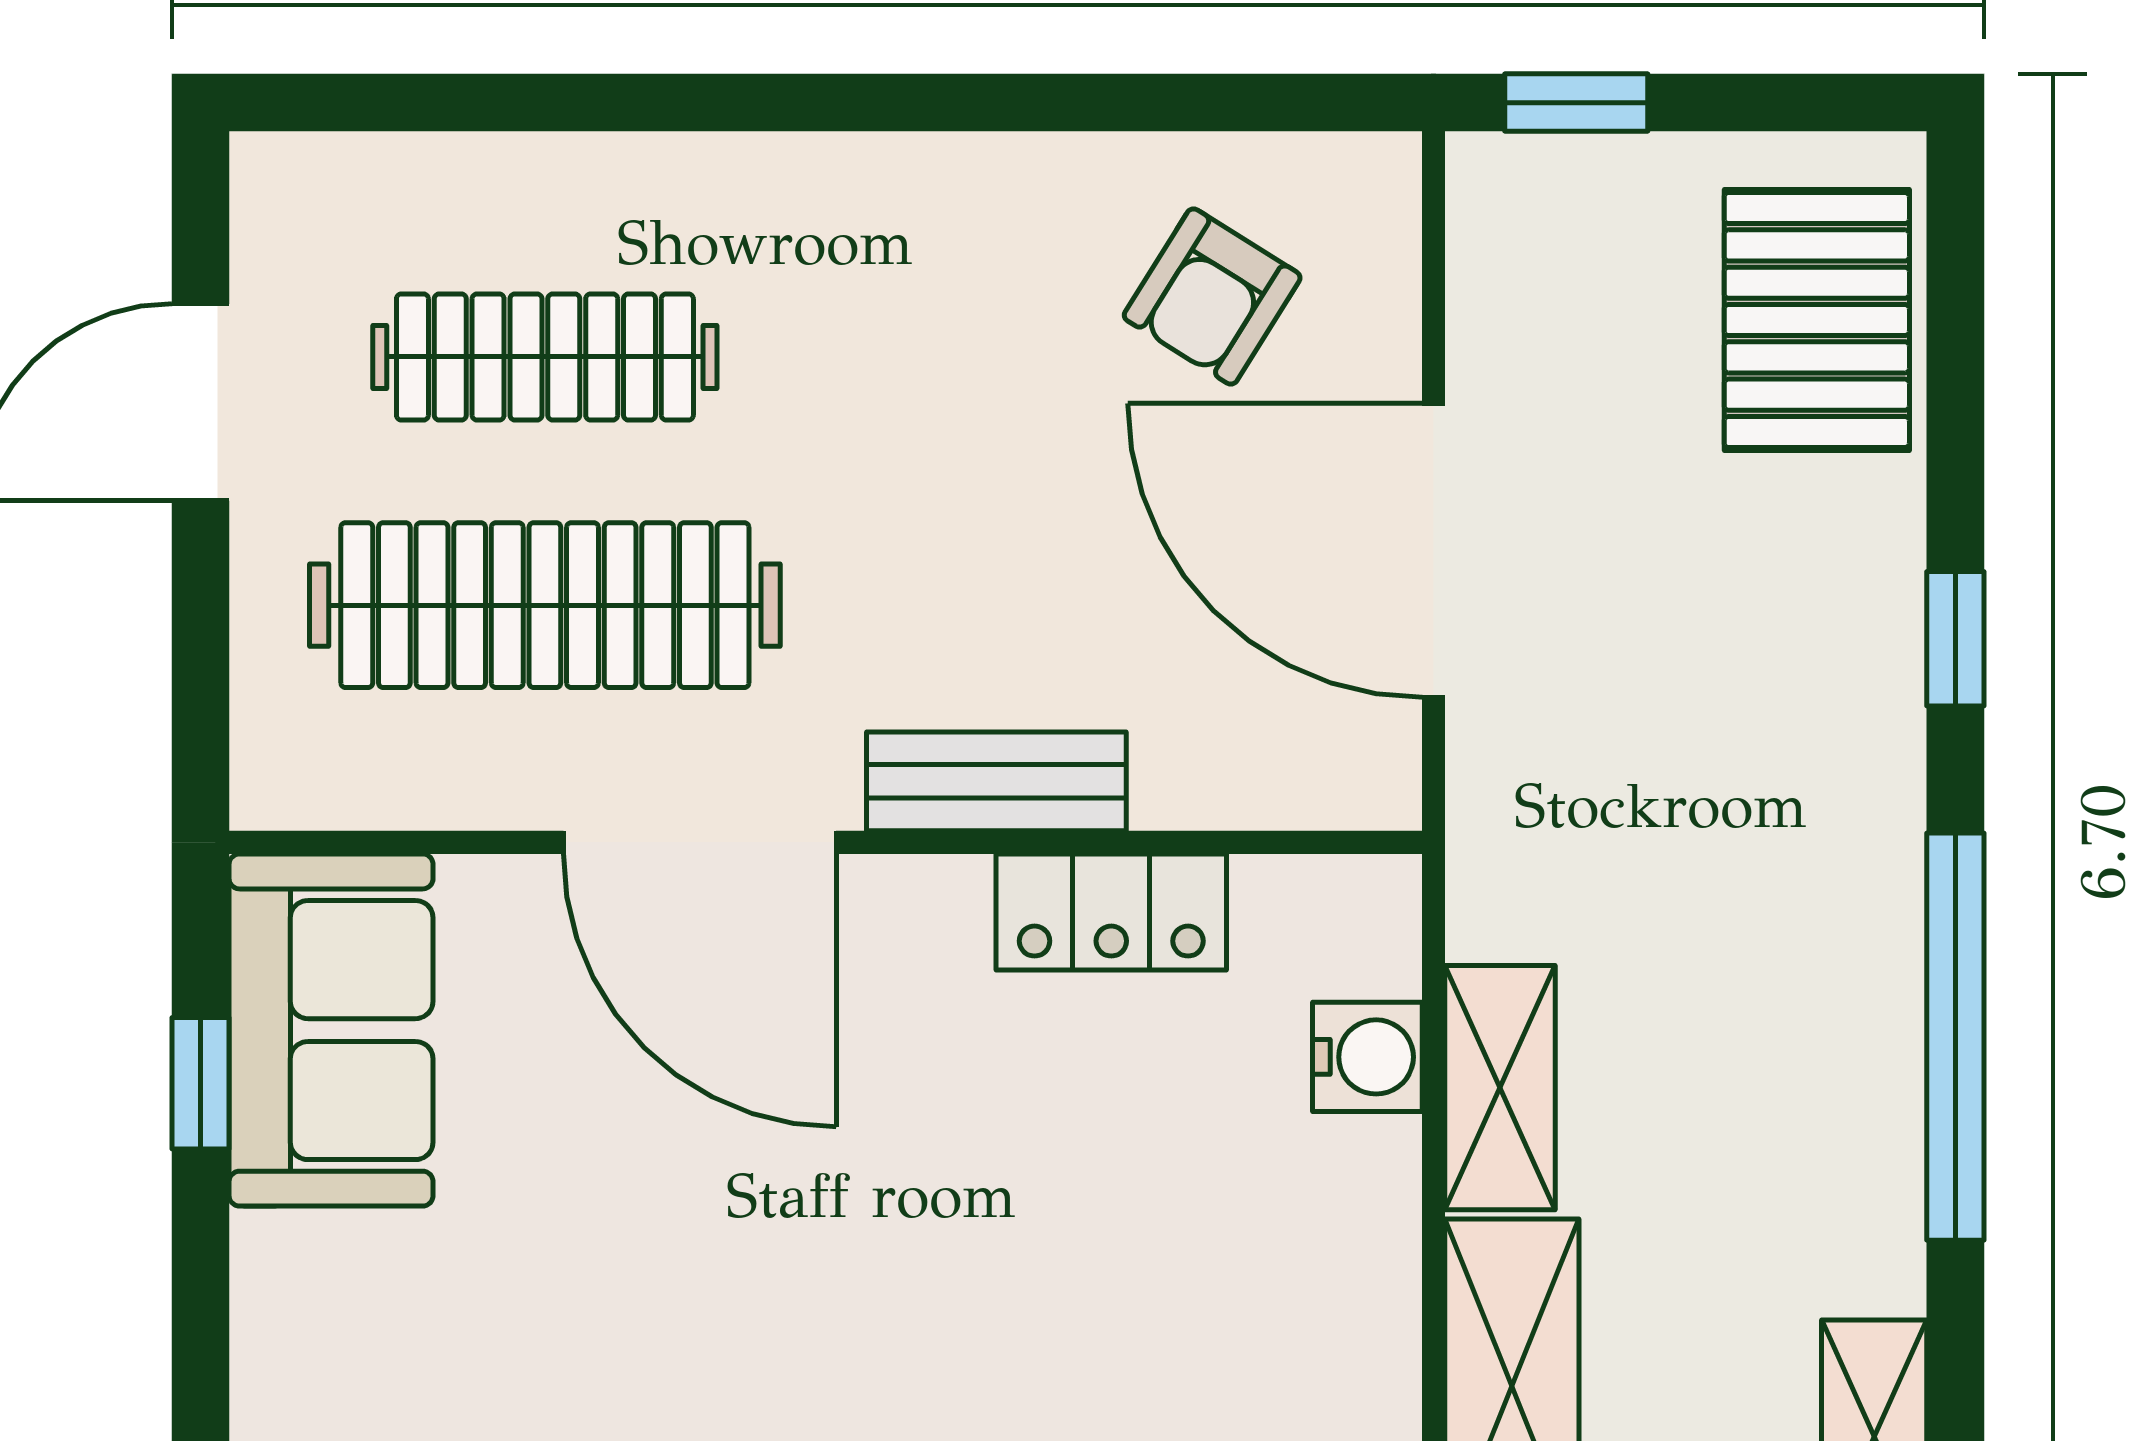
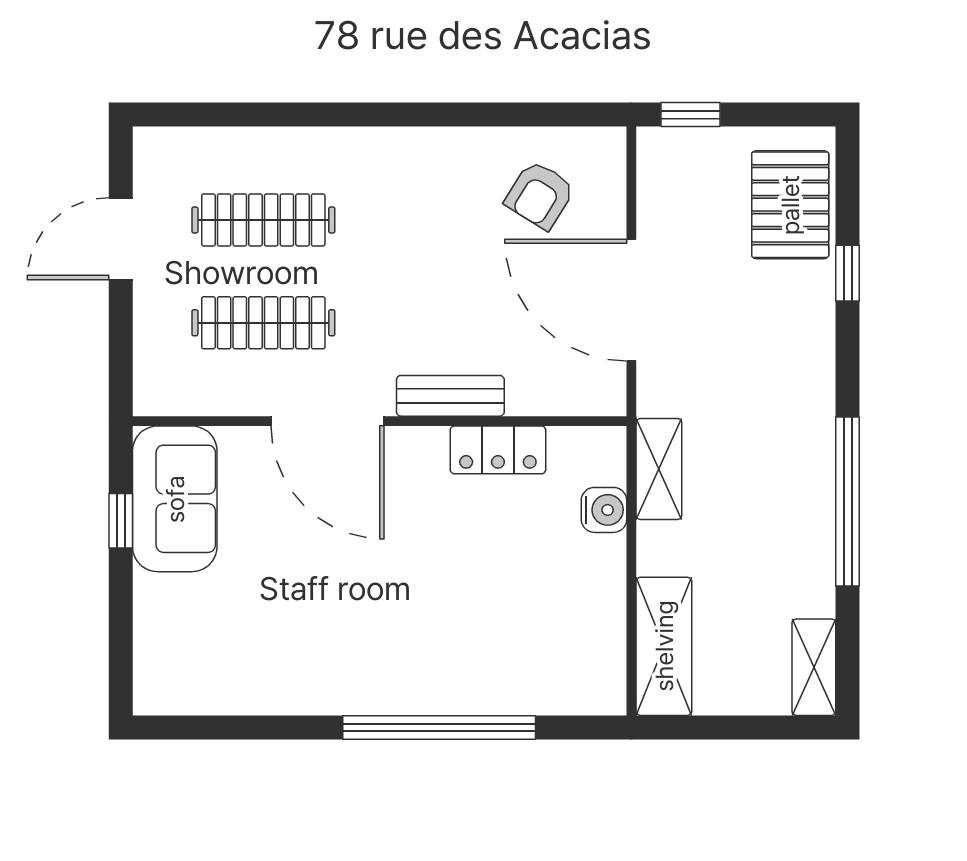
clothes rail: (545, 605) -> (263, 323), width x0.73, depth x0.76
window: (1955, 639) -> (848, 273), moved
shelving: (1500, 1088) -> (659, 469), moved

